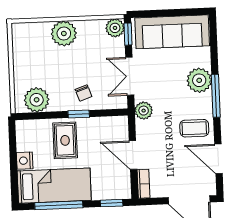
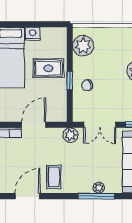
double door: (130, 76) -> (100, 125), swing flipped
plant: (199, 80) -> (99, 188), width x0.53, depth x0.53
window: (216, 96) -> (96, 196), moved

